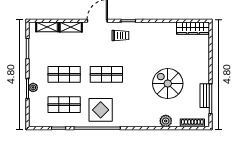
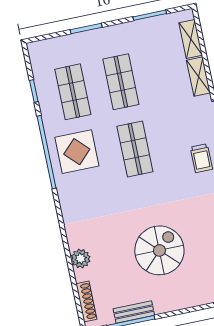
spiral stairs: (168, 84) -> (159, 250), moved
plant: (33, 87) -> (90, 37), removed

